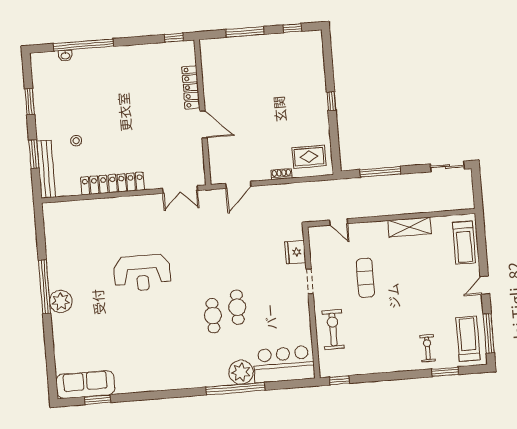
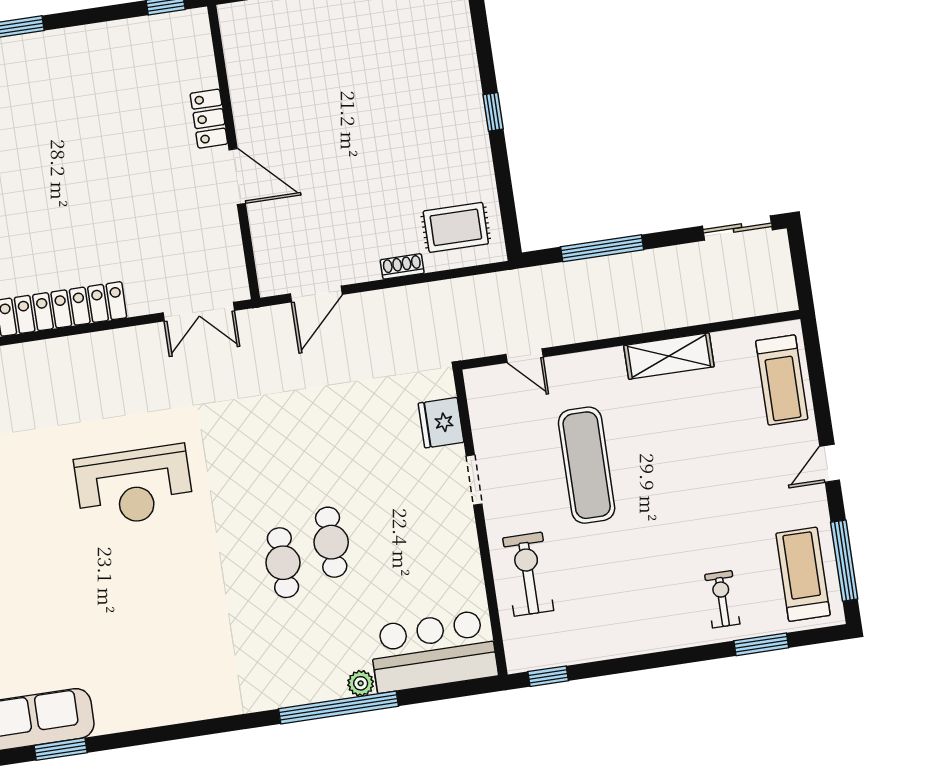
locker: (191, 87) -> (209, 119), width x0.66
exercise mat: (365, 278) -> (587, 465), width x1.36, depth x1.45
plant: (241, 372) -> (361, 683), width x0.53, depth x0.53

